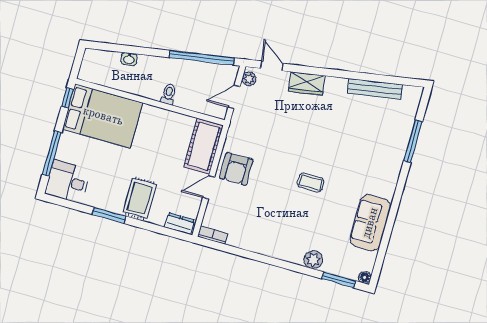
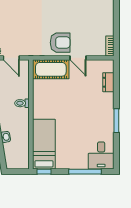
bed: (103, 116) -> (44, 144), width x0.67
rug: (140, 198) -> (99, 103), removed
dresser: (180, 224) -> (108, 82), moved

